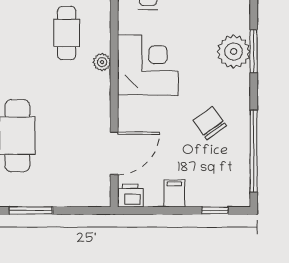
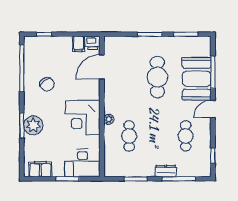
filing cabinet: (174, 193) -> (78, 44), moved

